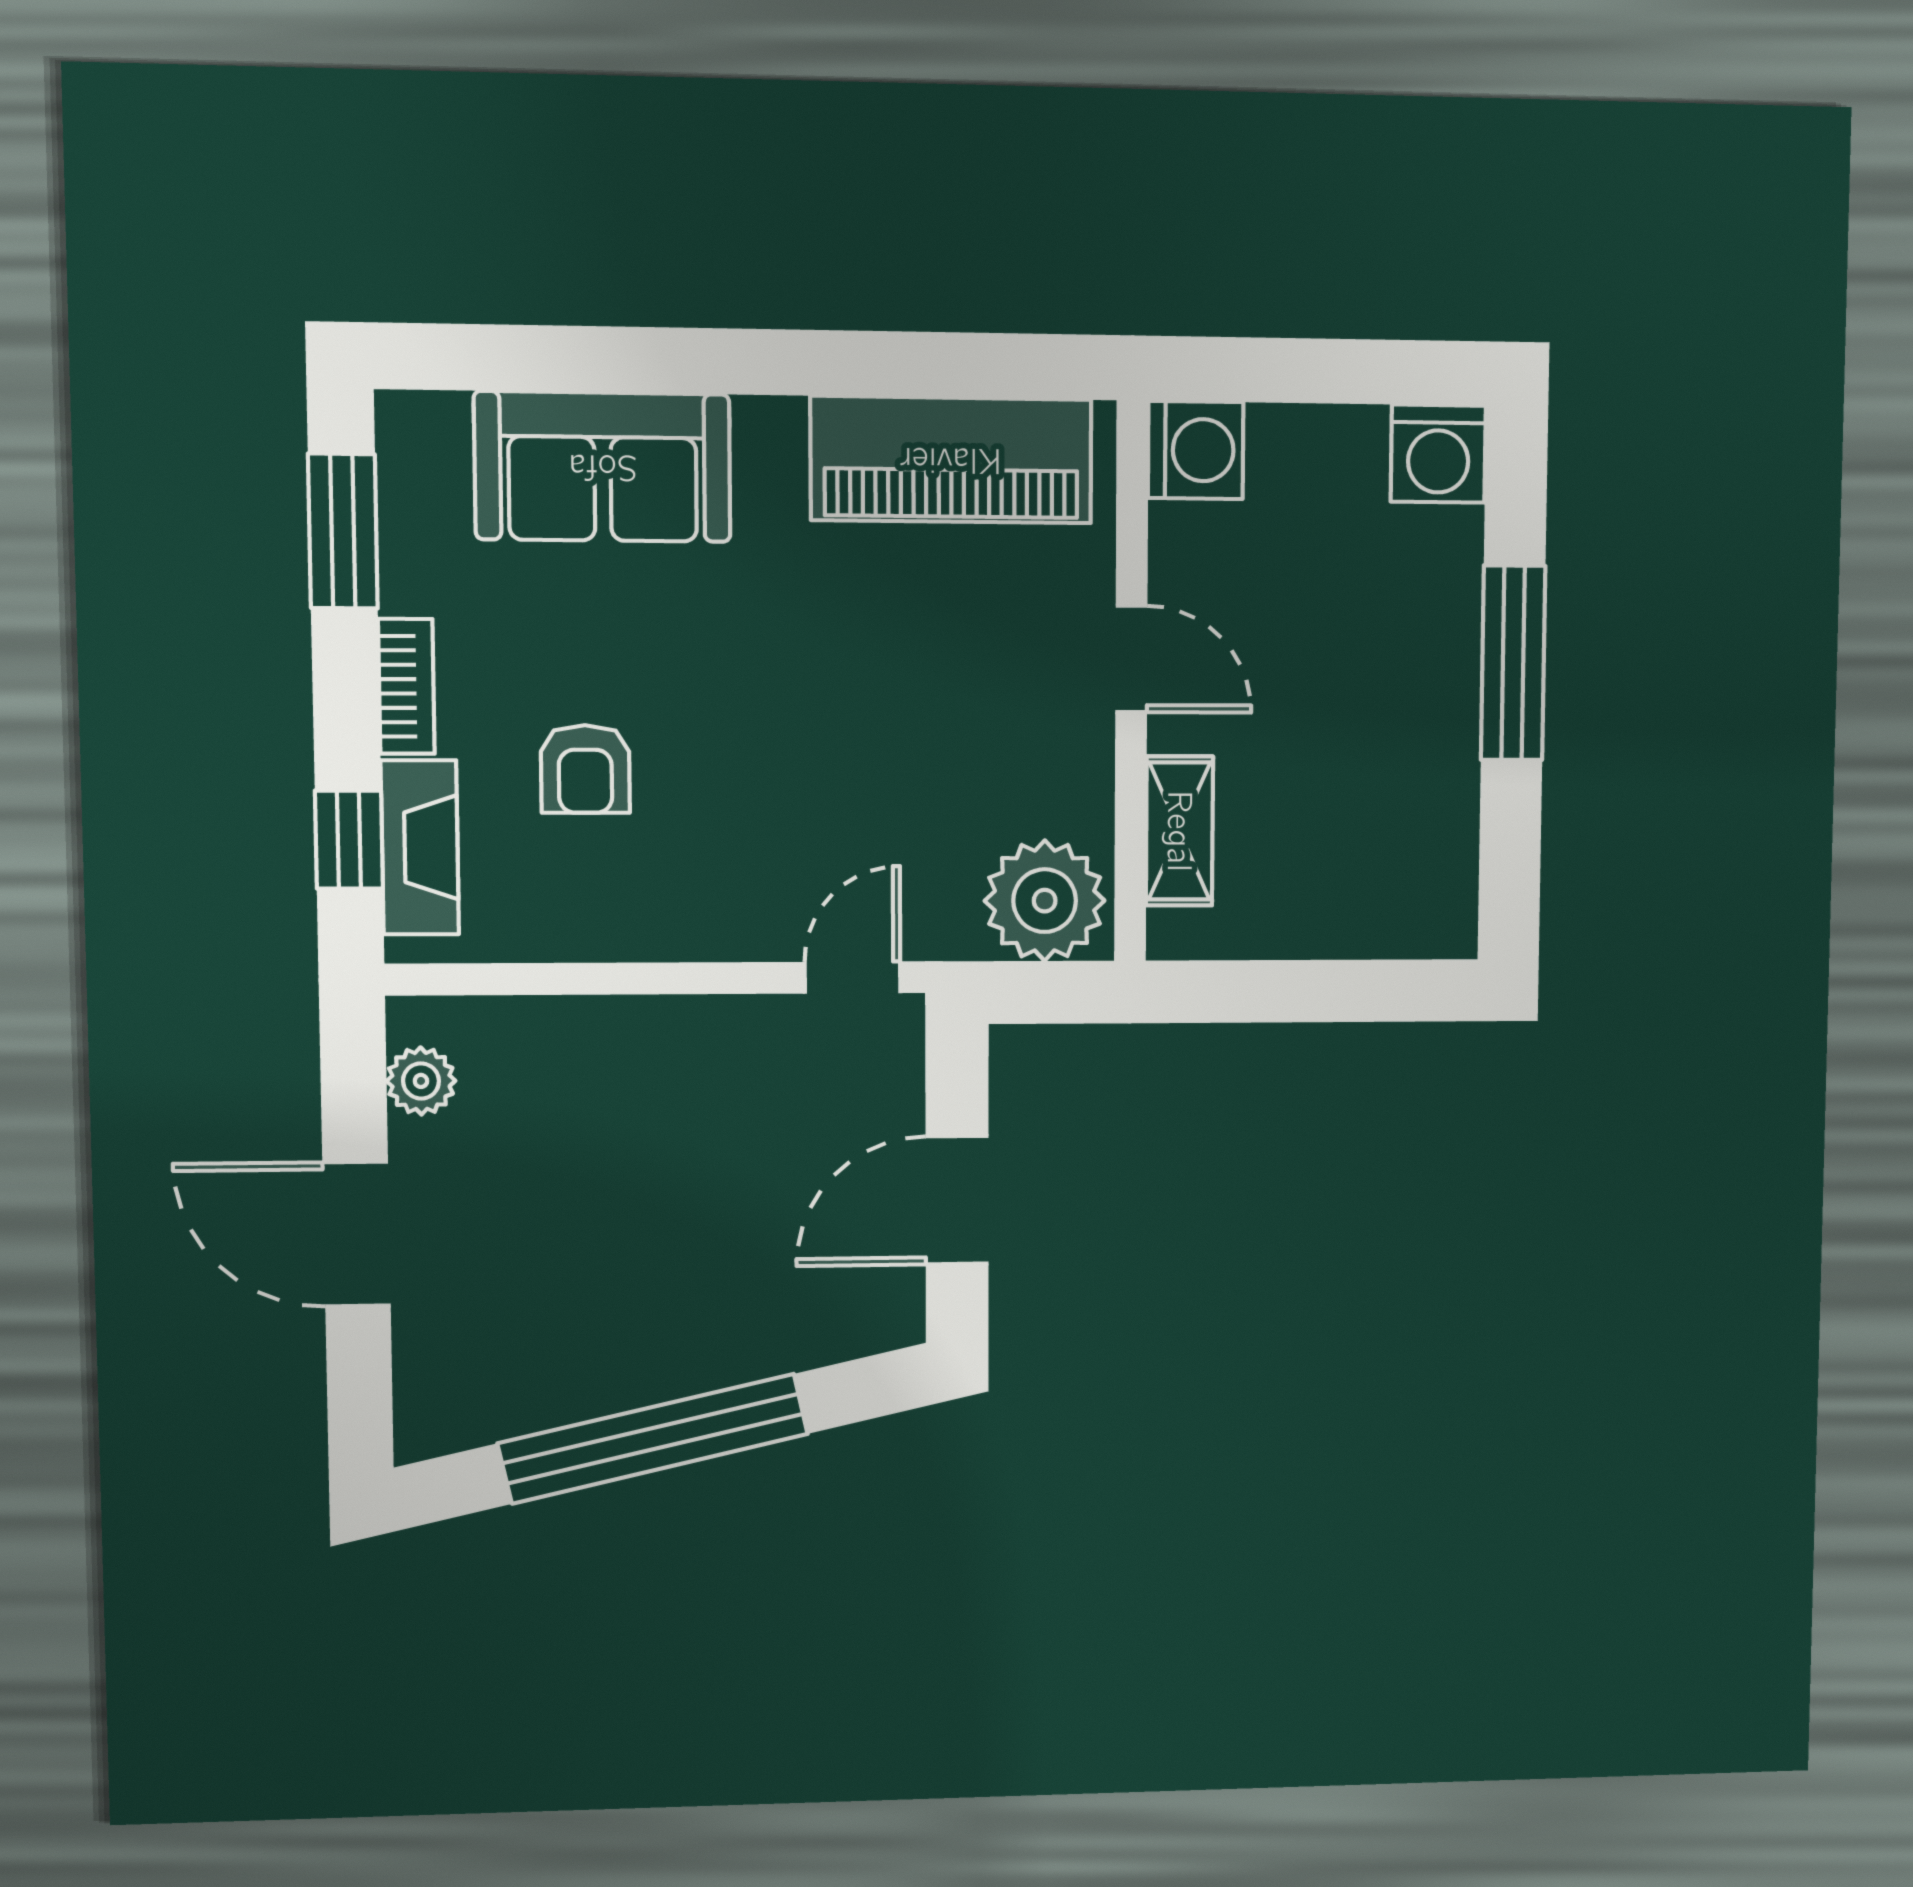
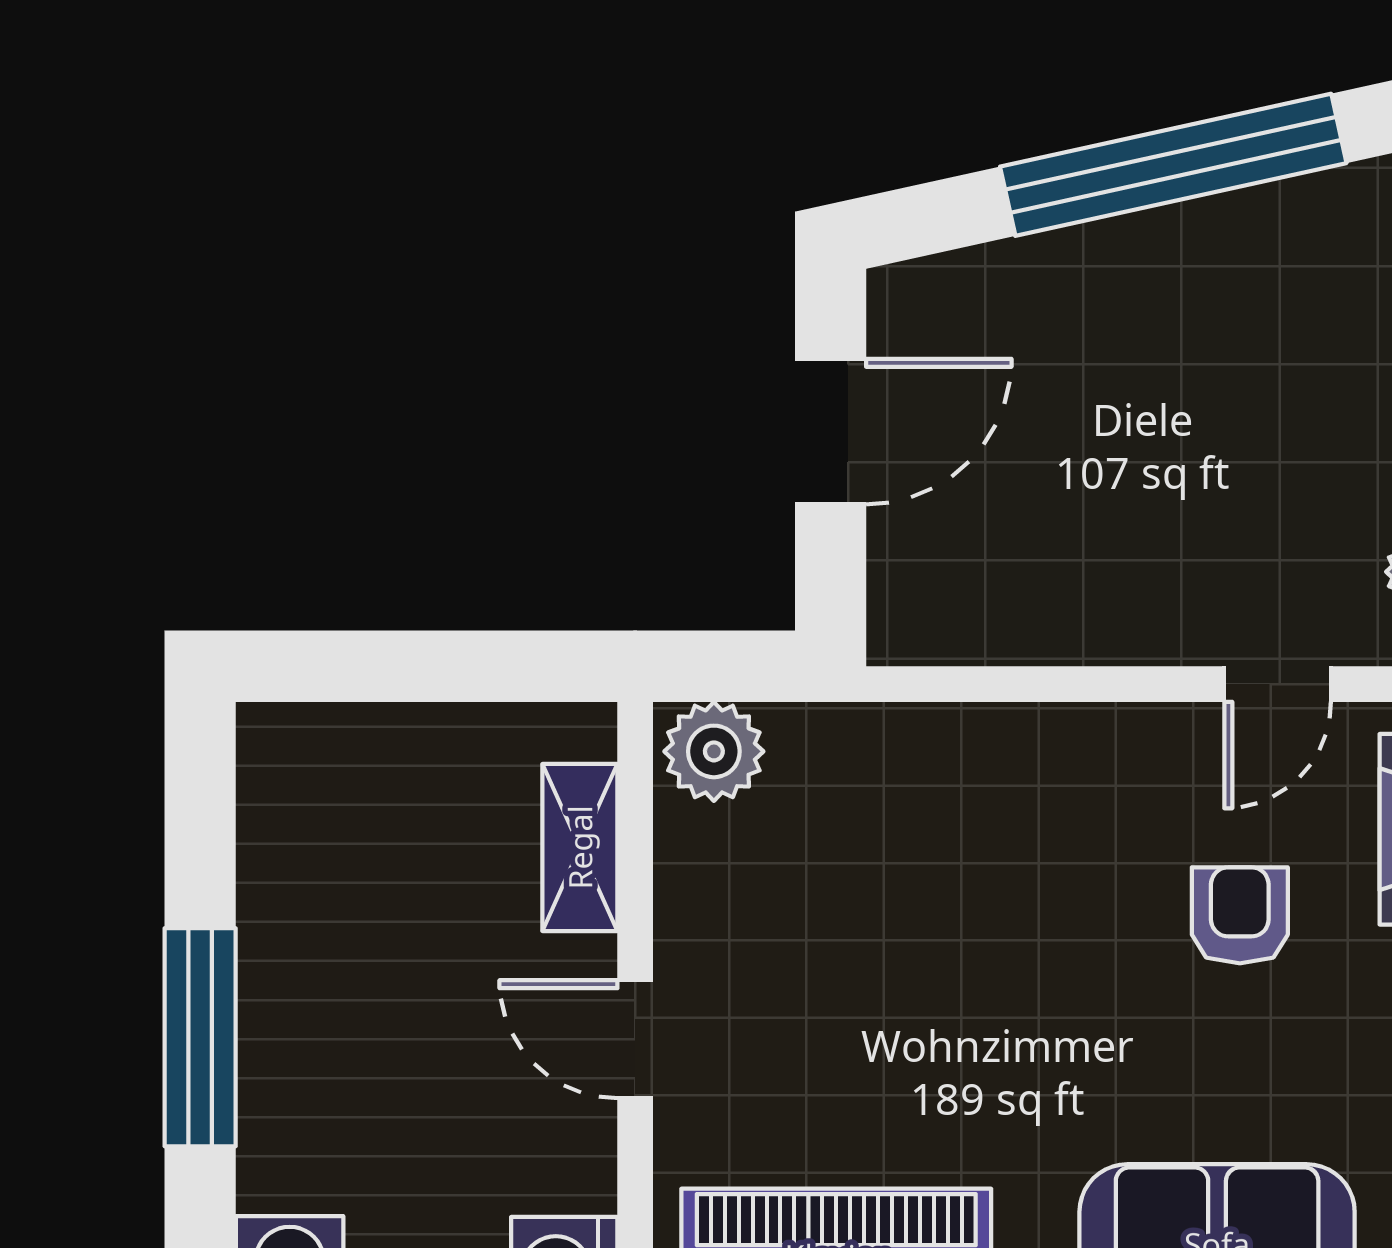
plant: (1045, 901) -> (714, 751), width x0.73, depth x0.73
door: (853, 978) -> (1278, 684), moved

